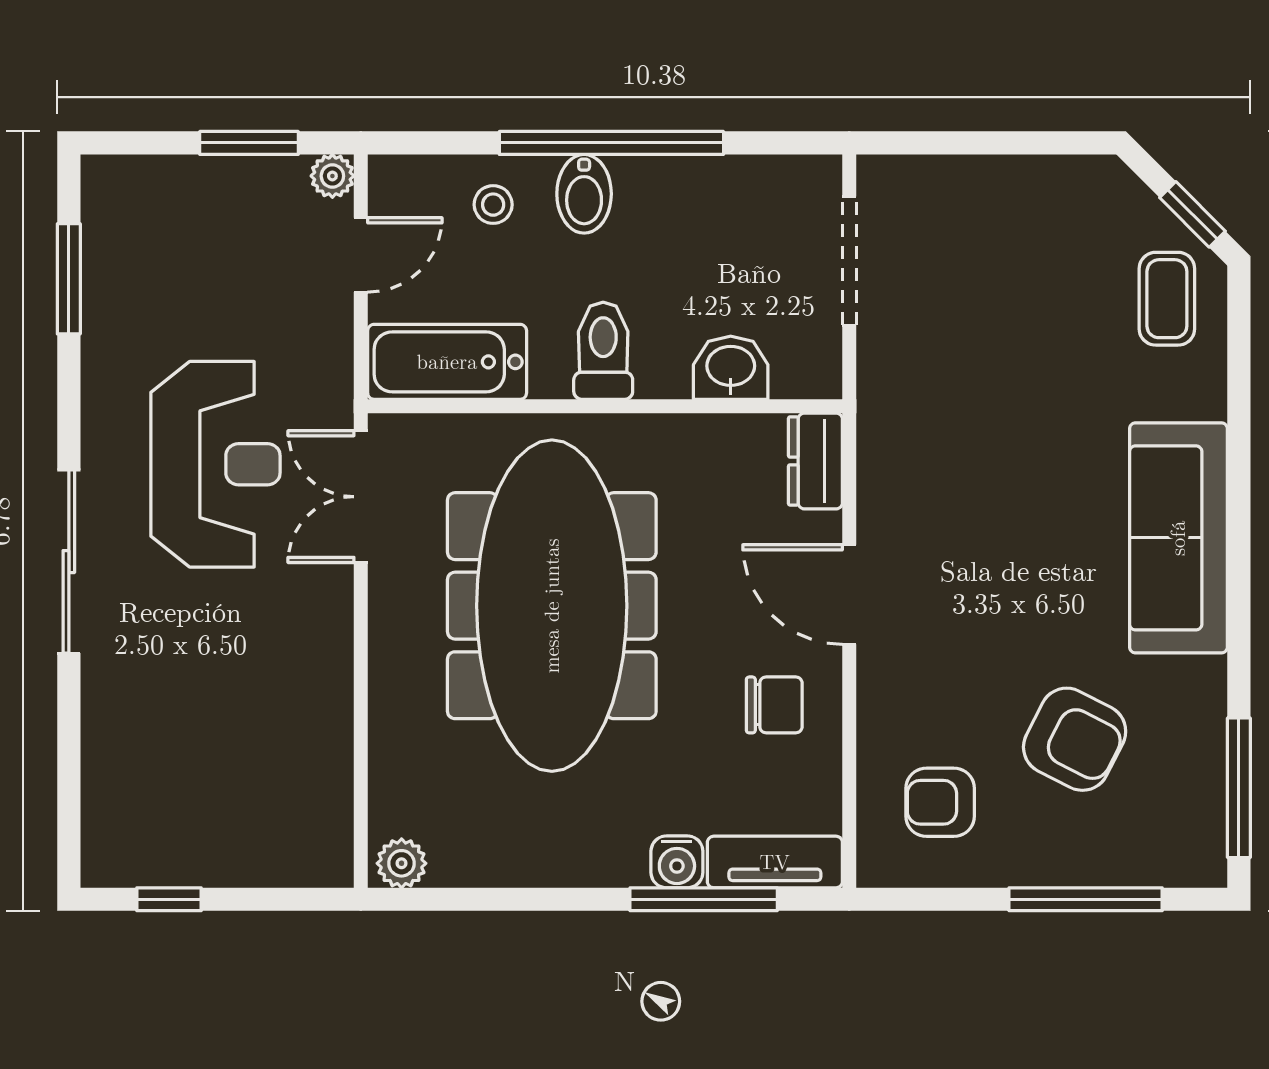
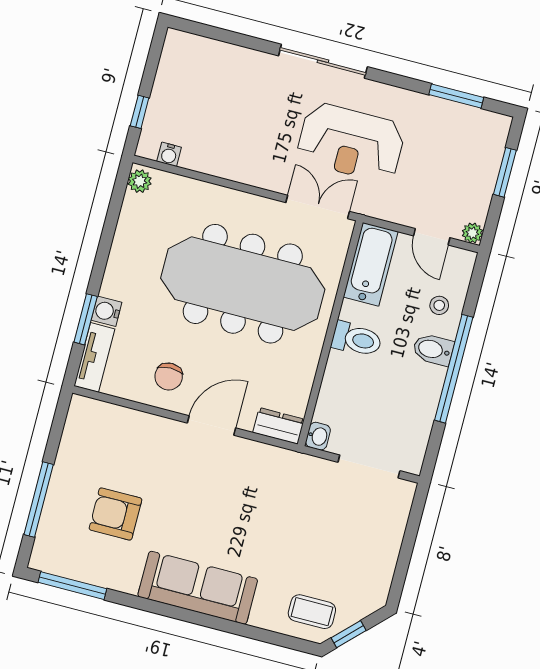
window: (249, 143) -> (505, 172), moved
washbasin: (731, 368) -> (318, 436), moved, width x0.72, depth x0.69
armchair: (1075, 739) -> (115, 514), turned 63
armchair: (940, 802) -> (102, 443), removed
water cooler: (333, 819) -> (169, 154), added
window: (169, 899) -> (140, 112), moved
window: (704, 899) -> (86, 319), width x0.69

